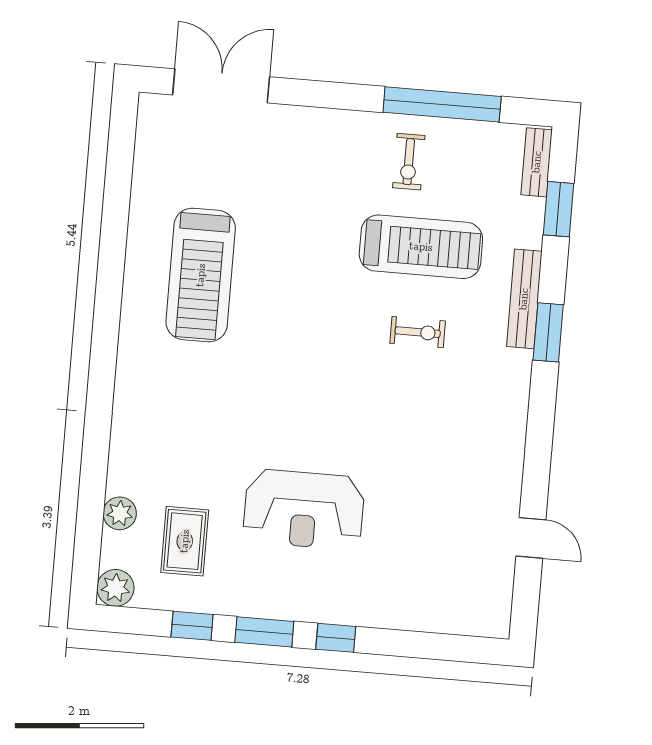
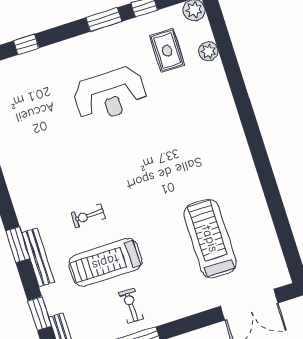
treadmill: (201, 275) -> (210, 239), moved
reception desk: (304, 509) -> (110, 94), turned 180
window: (336, 638) -> (26, 44), moved

